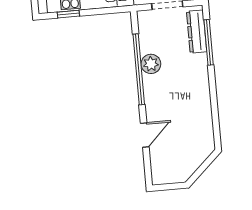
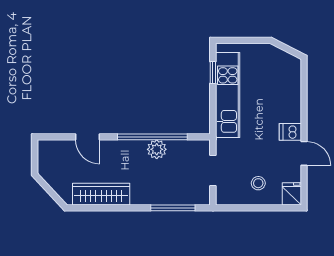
dresser: (197, 32) -> (185, 197), removed
wardrobe: (201, 116) -> (101, 194), added

